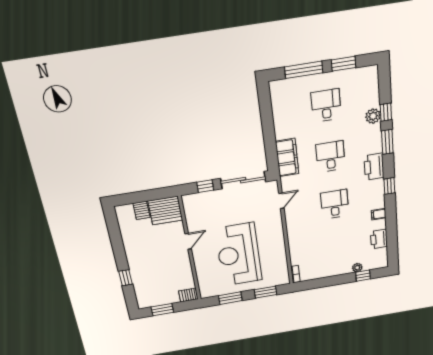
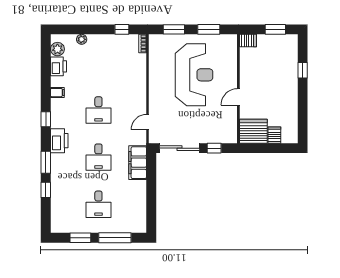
plant: (373, 116) -> (57, 49), moved
window: (363, 276) -> (122, 29), moved

